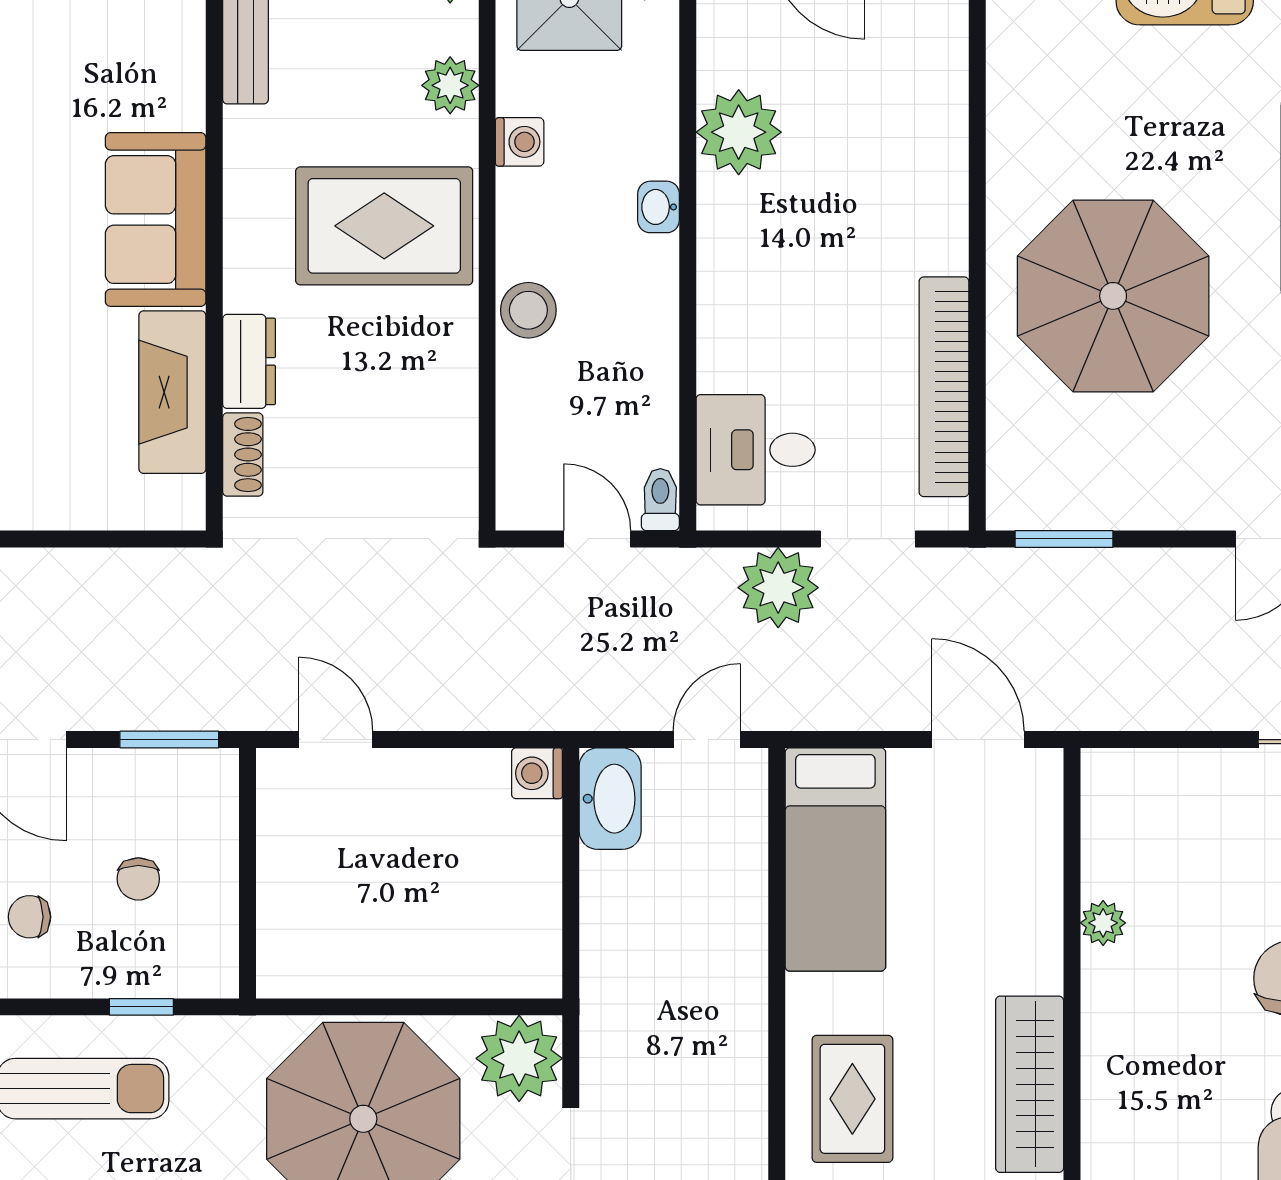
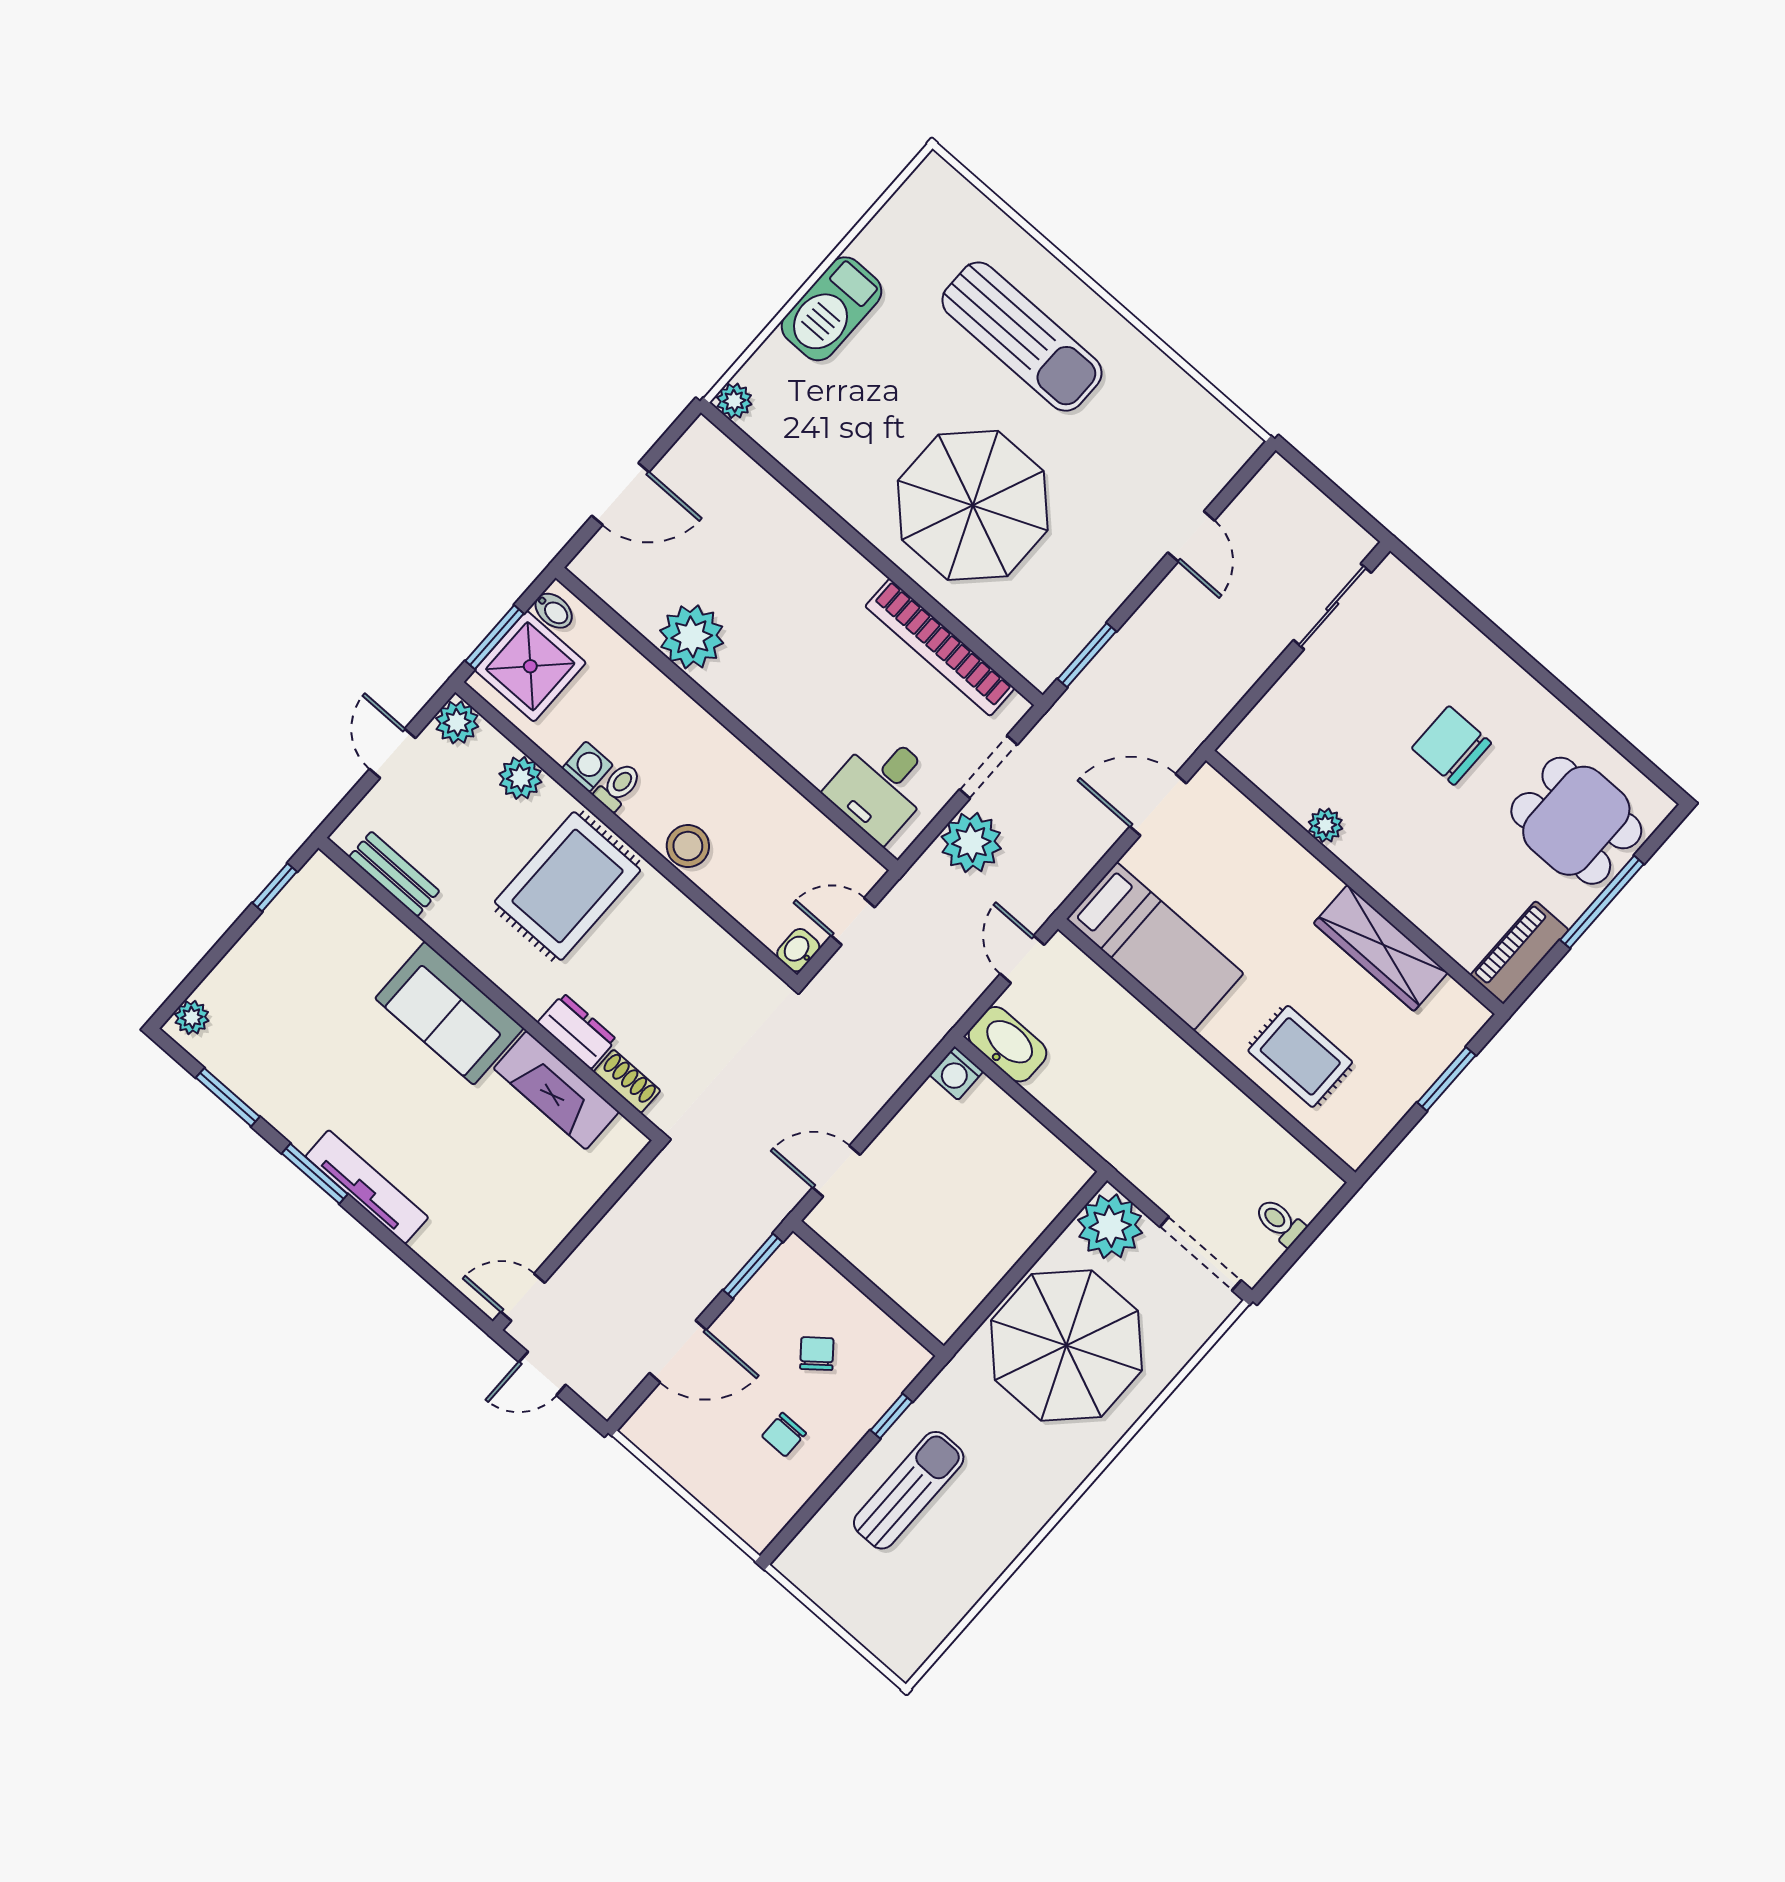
washbasin: (658, 207) -> (798, 950), moved, turned 90
toilet: (660, 500) -> (618, 787), moved, turned 90
chair: (138, 879) -> (817, 1354), turned -129

